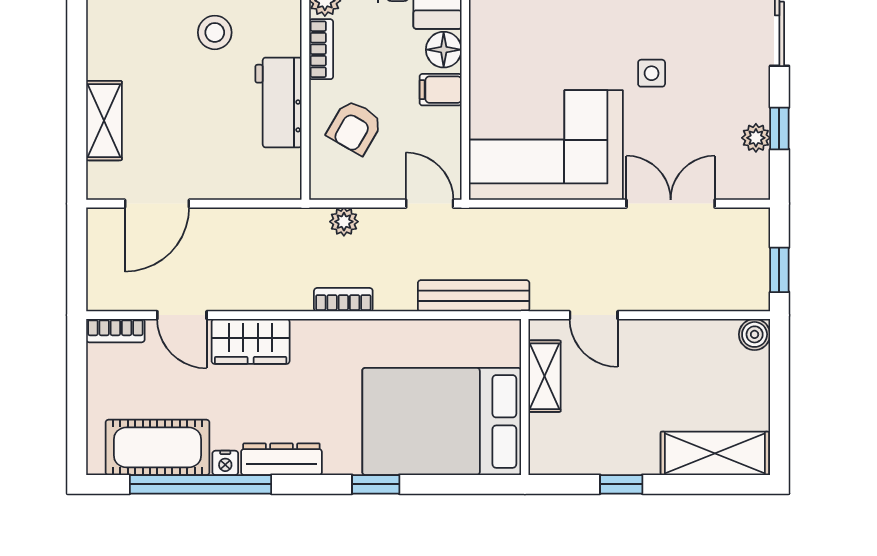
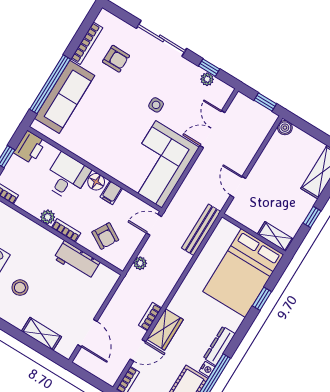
stool: (215, 32) -> (20, 288), moved
bookcase: (343, 300) -> (150, 317), moved
door: (594, 315) -> (238, 187), swing flipped
shelving: (545, 376) -> (275, 237), moved
window: (376, 484) -> (262, 299), moved

